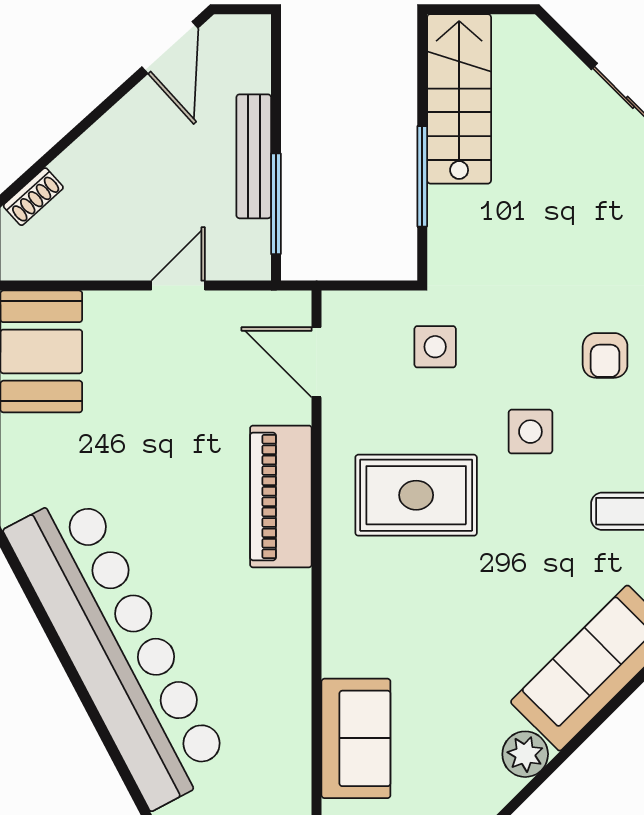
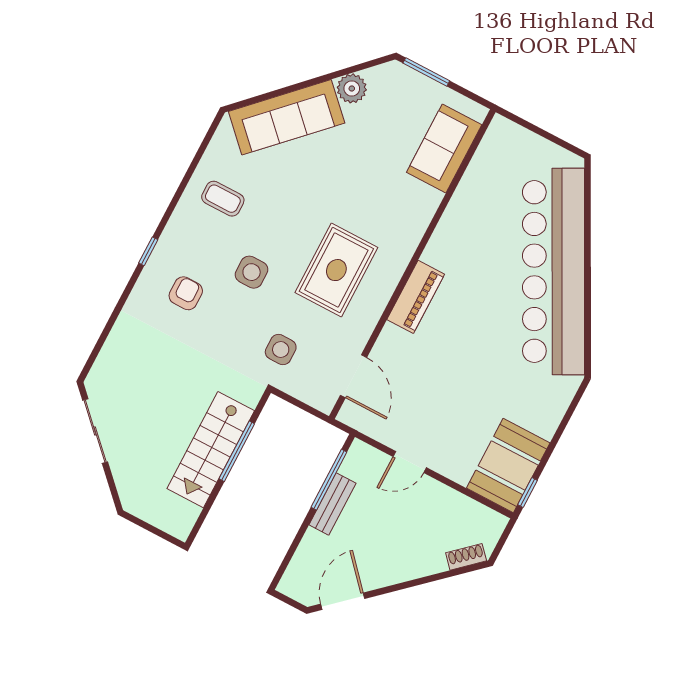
stairs: (459, 99) -> (211, 450), moved
bench: (254, 156) -> (332, 504), width x0.73
rug: (416, 495) -> (336, 270), turned 90
piano: (281, 496) -> (416, 297), width x0.73, depth x0.75

